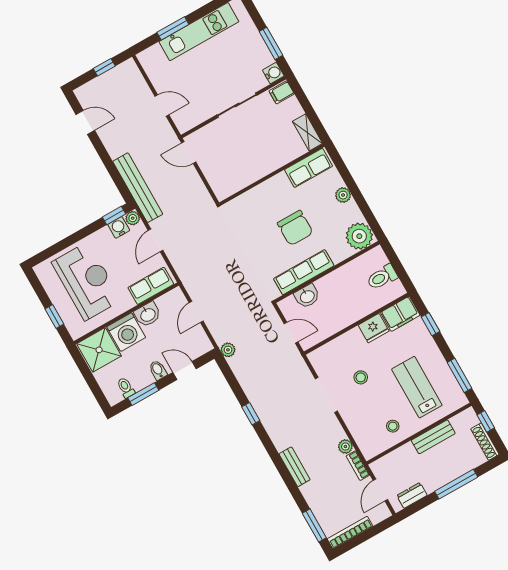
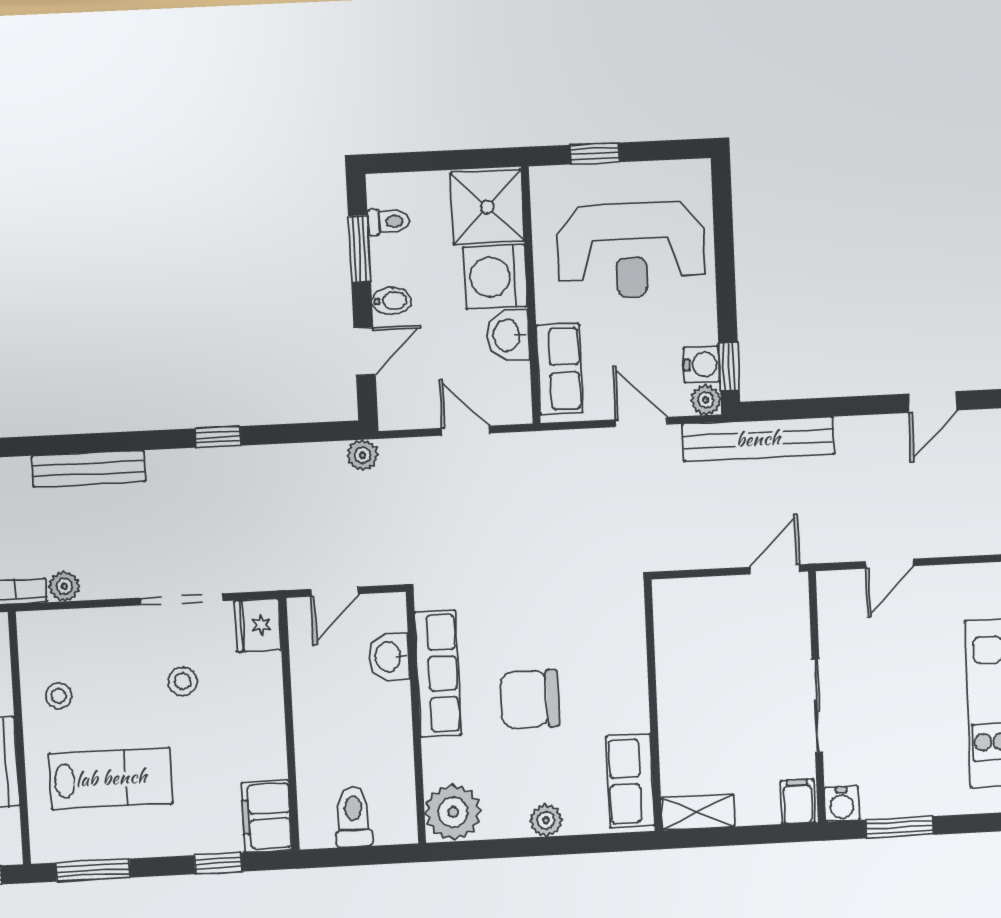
fridge: (374, 328) -> (258, 625), moved
bench: (295, 467) -> (89, 469), width x1.36

